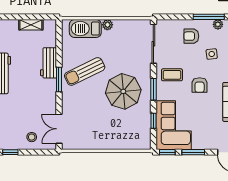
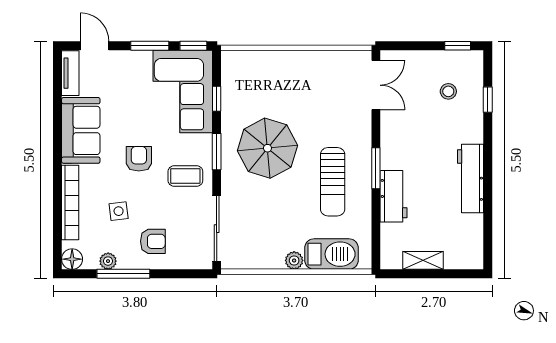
sun lounger: (85, 71) -> (333, 182), turned 116
stool: (32, 137) -> (448, 91), moved

